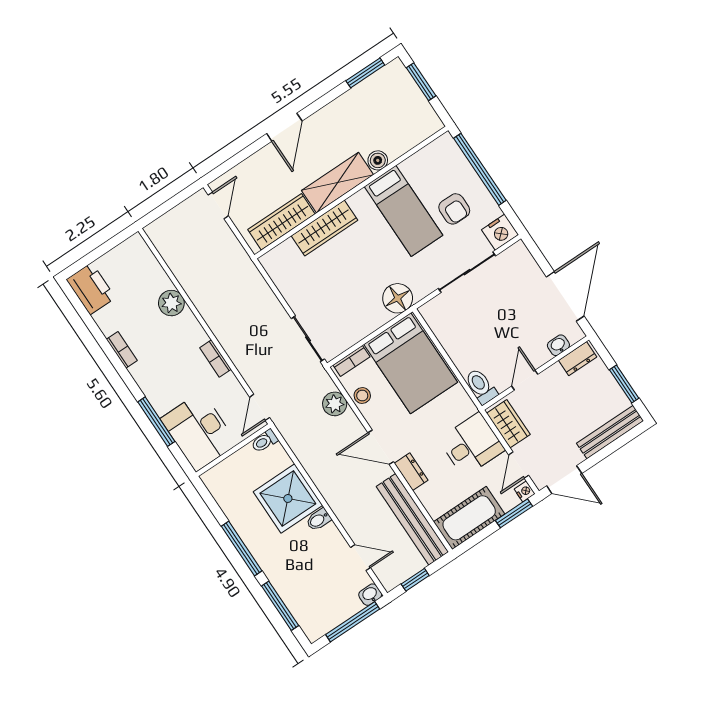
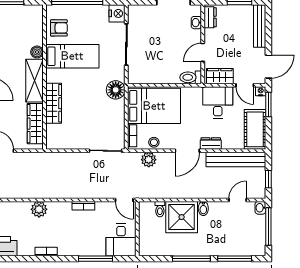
armchair: (454, 209) -> (59, 28), moved
door: (525, 380) -> (203, 52), hinge flipped
desk: (199, 431) -> (121, 240), width x0.73
toilet: (265, 441) -> (160, 209), moved

